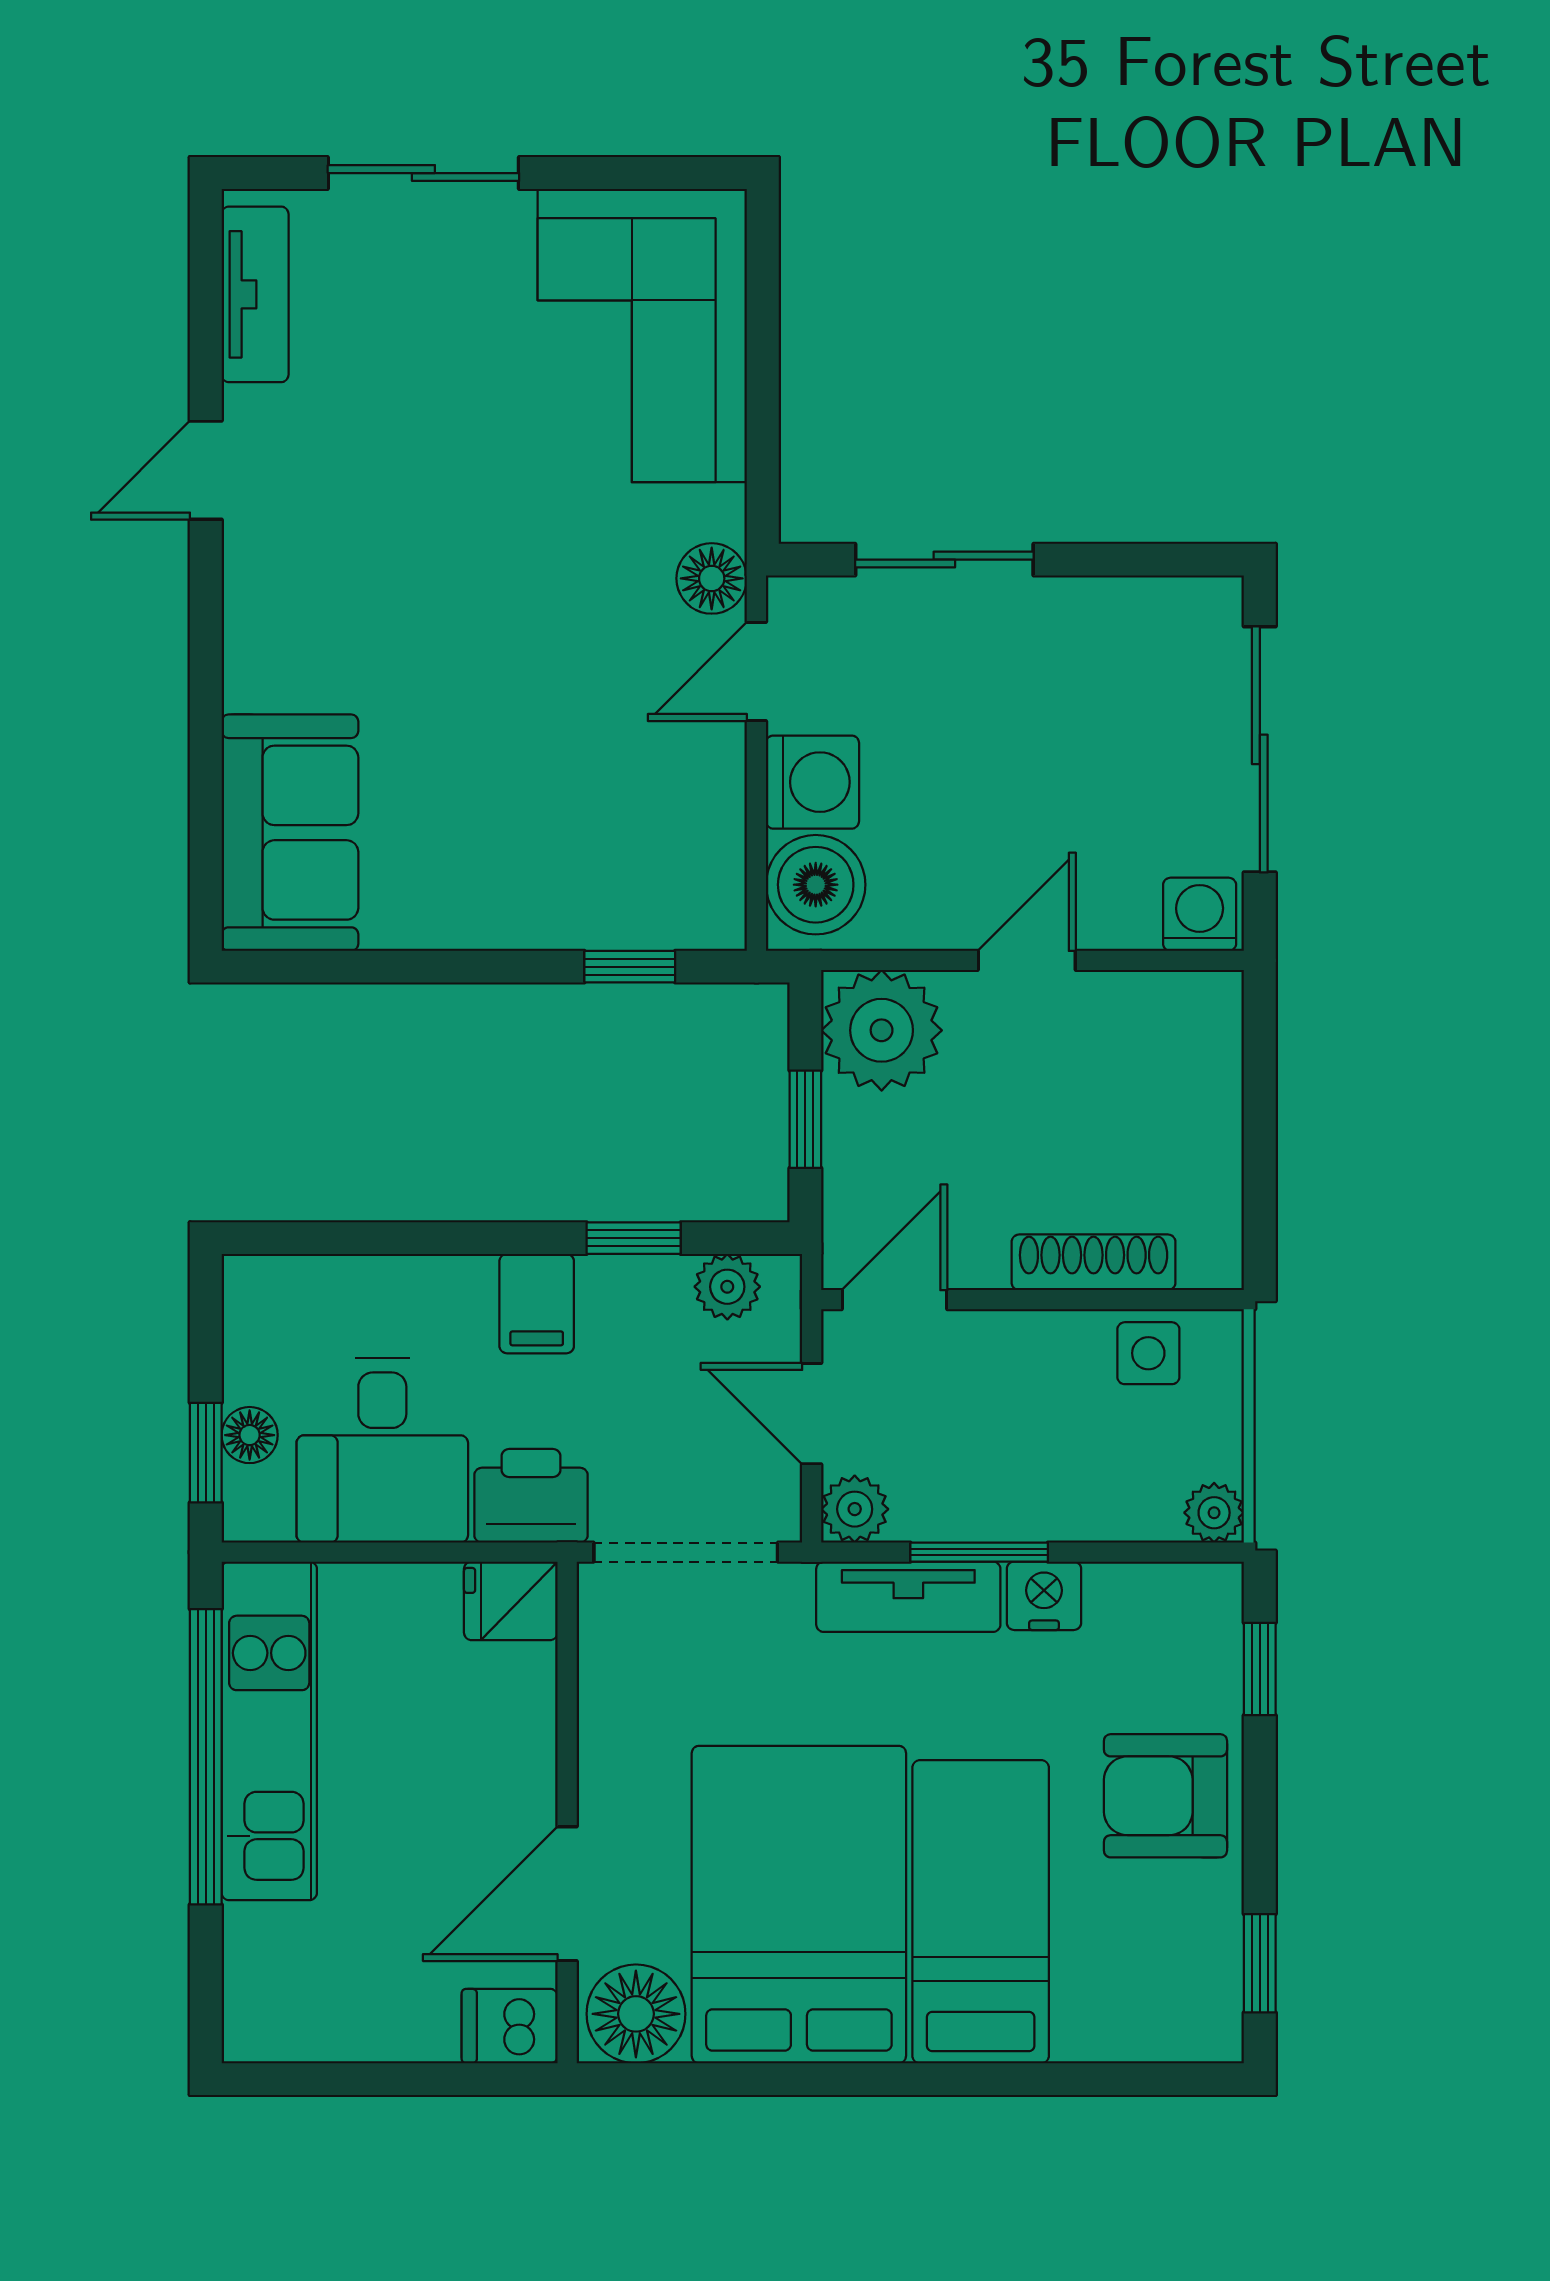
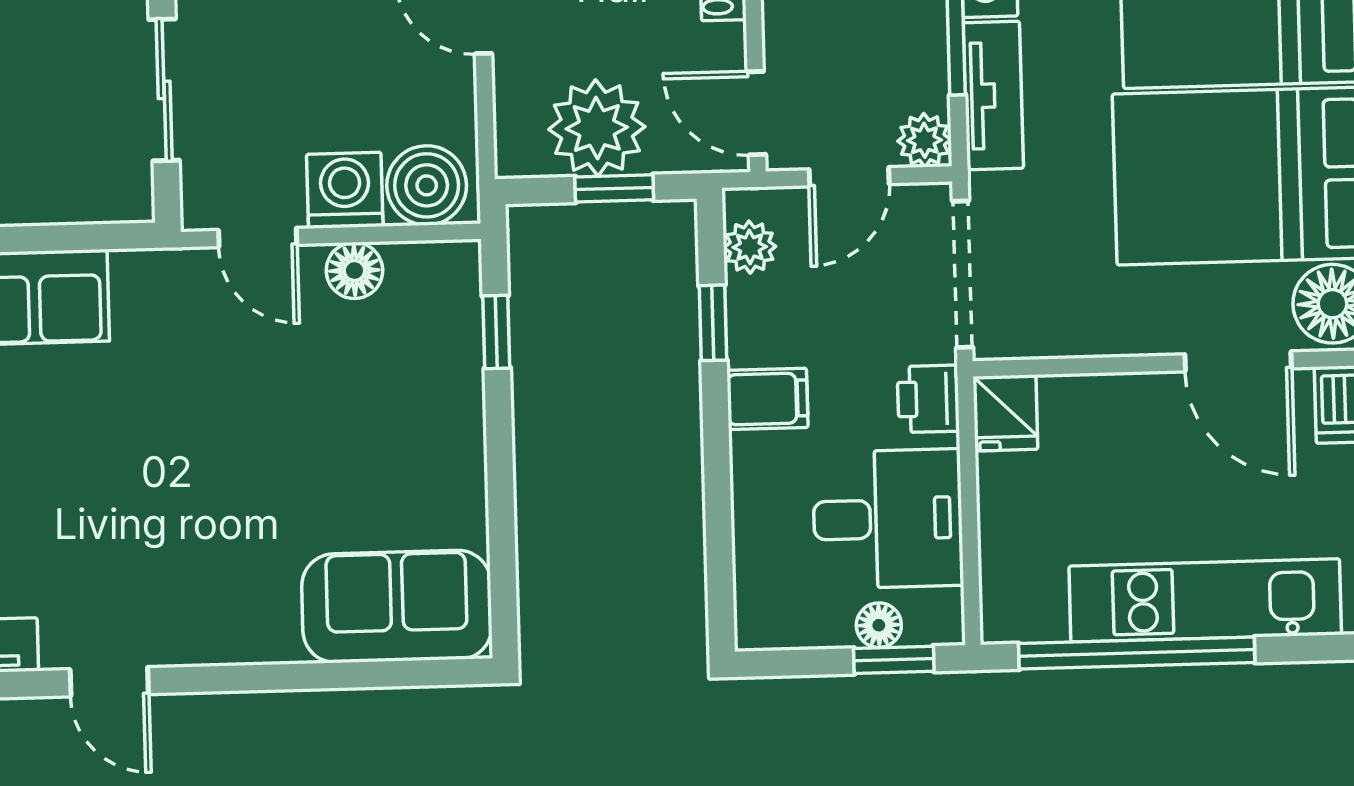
floor lamp: (712, 578) -> (354, 270), moved
plant: (882, 1030) -> (597, 128), moved
printer: (531, 1496) -> (928, 399), width x0.73, depth x0.81
kitchen unit: (269, 1731) -> (1205, 600), moved

